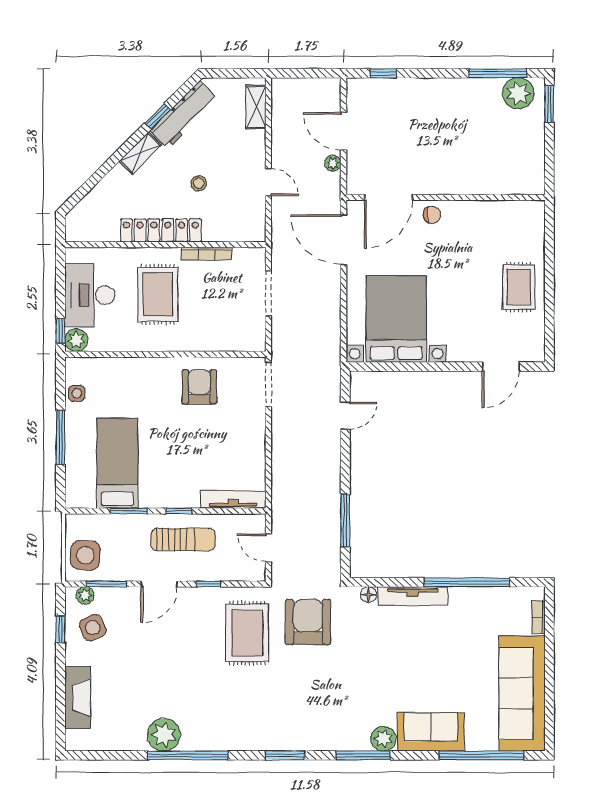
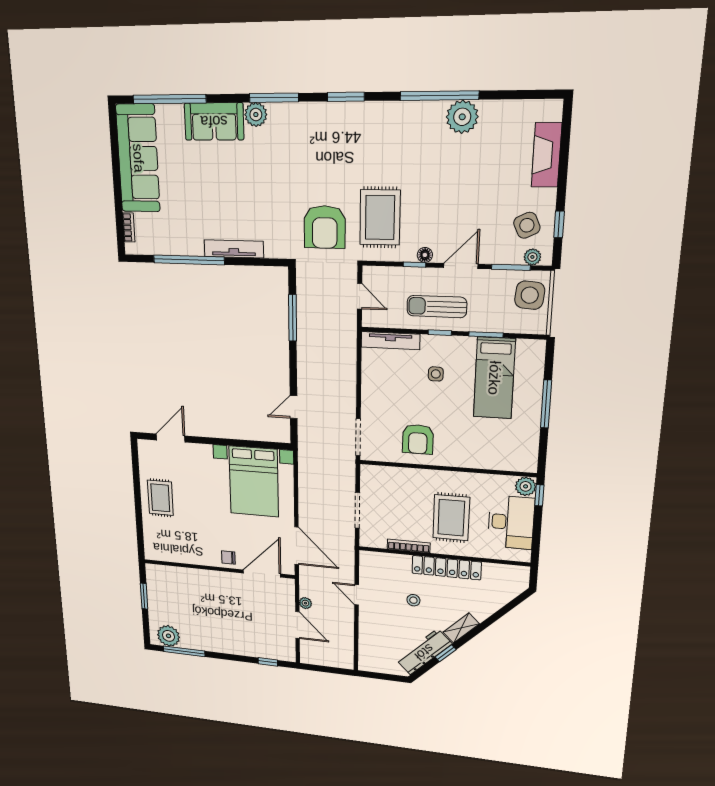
window: (549, 104) -> (144, 596), moved
shelving: (256, 107) -> (366, 651), removed
side table: (77, 393) -> (436, 374), moved
floor lamp: (368, 595) -> (425, 255), moved

